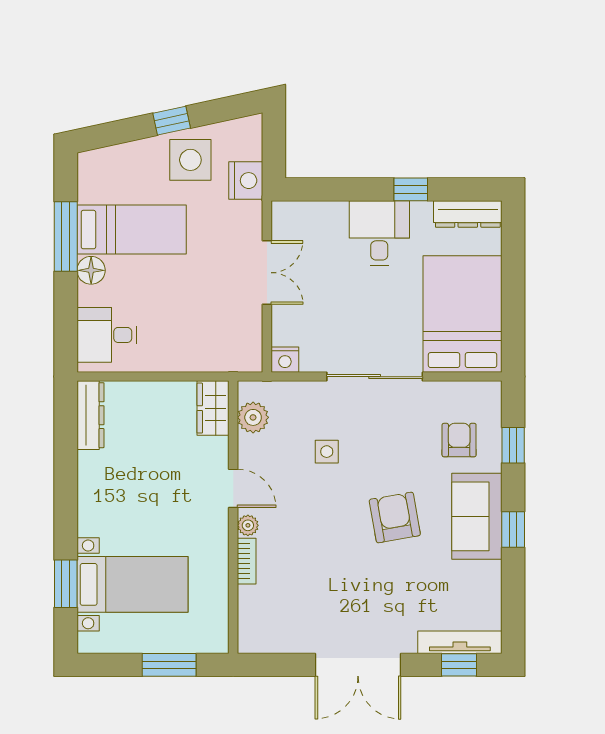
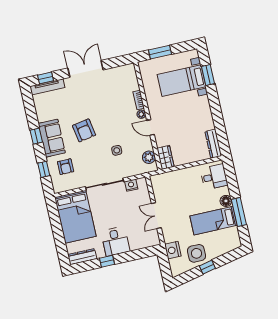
nightstand: (285, 360) -> (131, 185), moved

